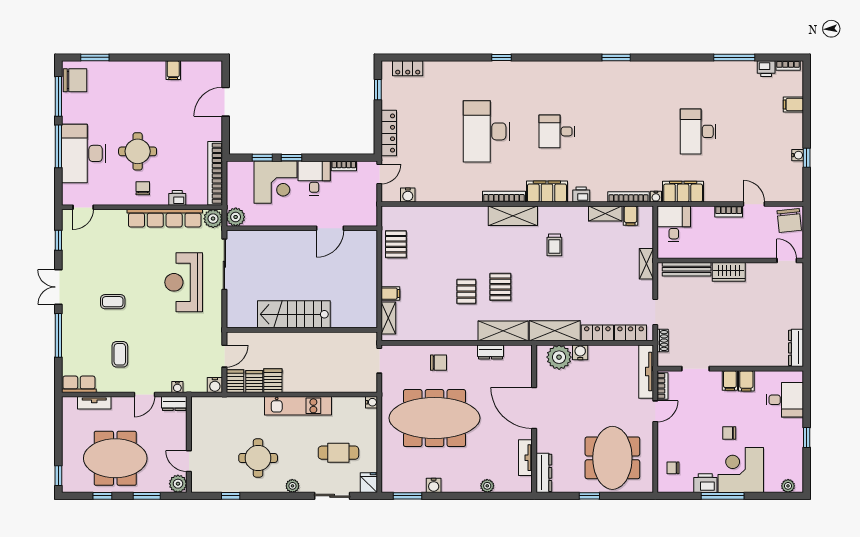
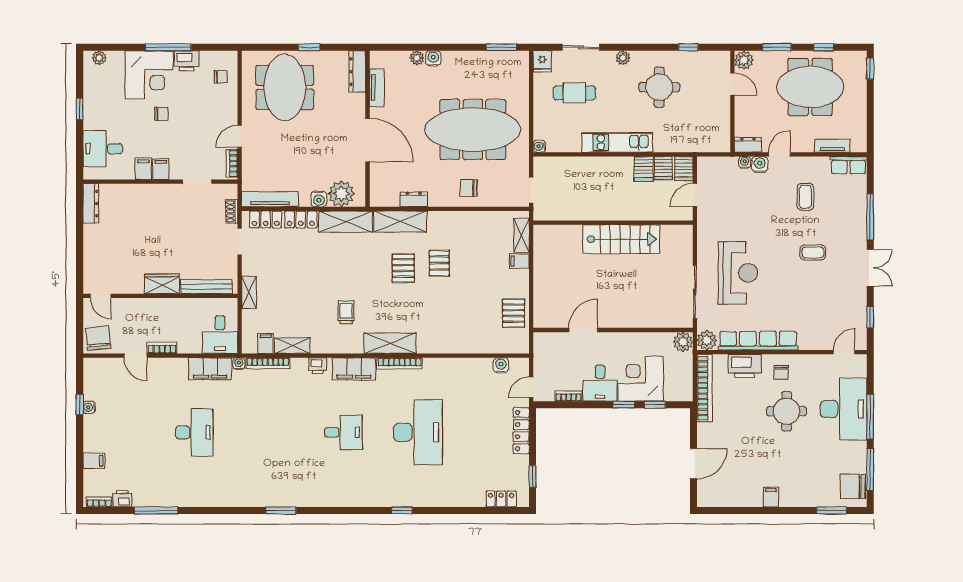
filing cabinet: (173, 70) -> (771, 497), moved
printer: (177, 198) -> (745, 366), width x1.87, depth x1.48
tv unit: (646, 372) -> (270, 199), moved, turned -90
water cooler: (215, 385) -> (760, 164), moved
water cooler: (434, 485) -> (433, 58), moved

